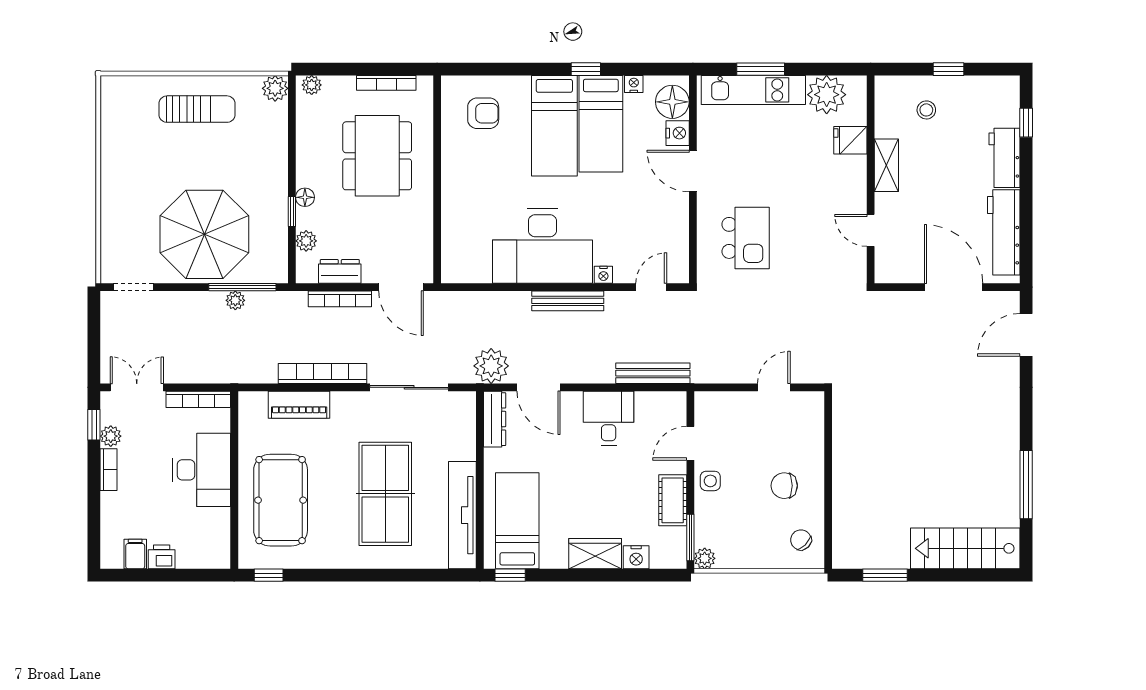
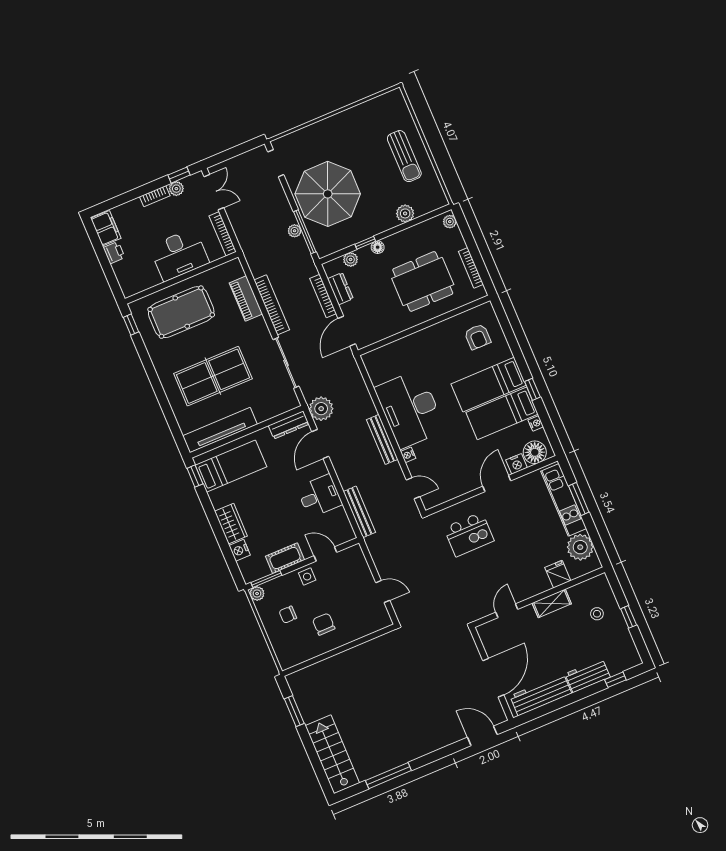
plant: (275, 88) -> (405, 213), moved
chair: (801, 540) -> (288, 615), moved, turned -135
filing cabinet: (135, 554) -> (106, 228), width x2.00

